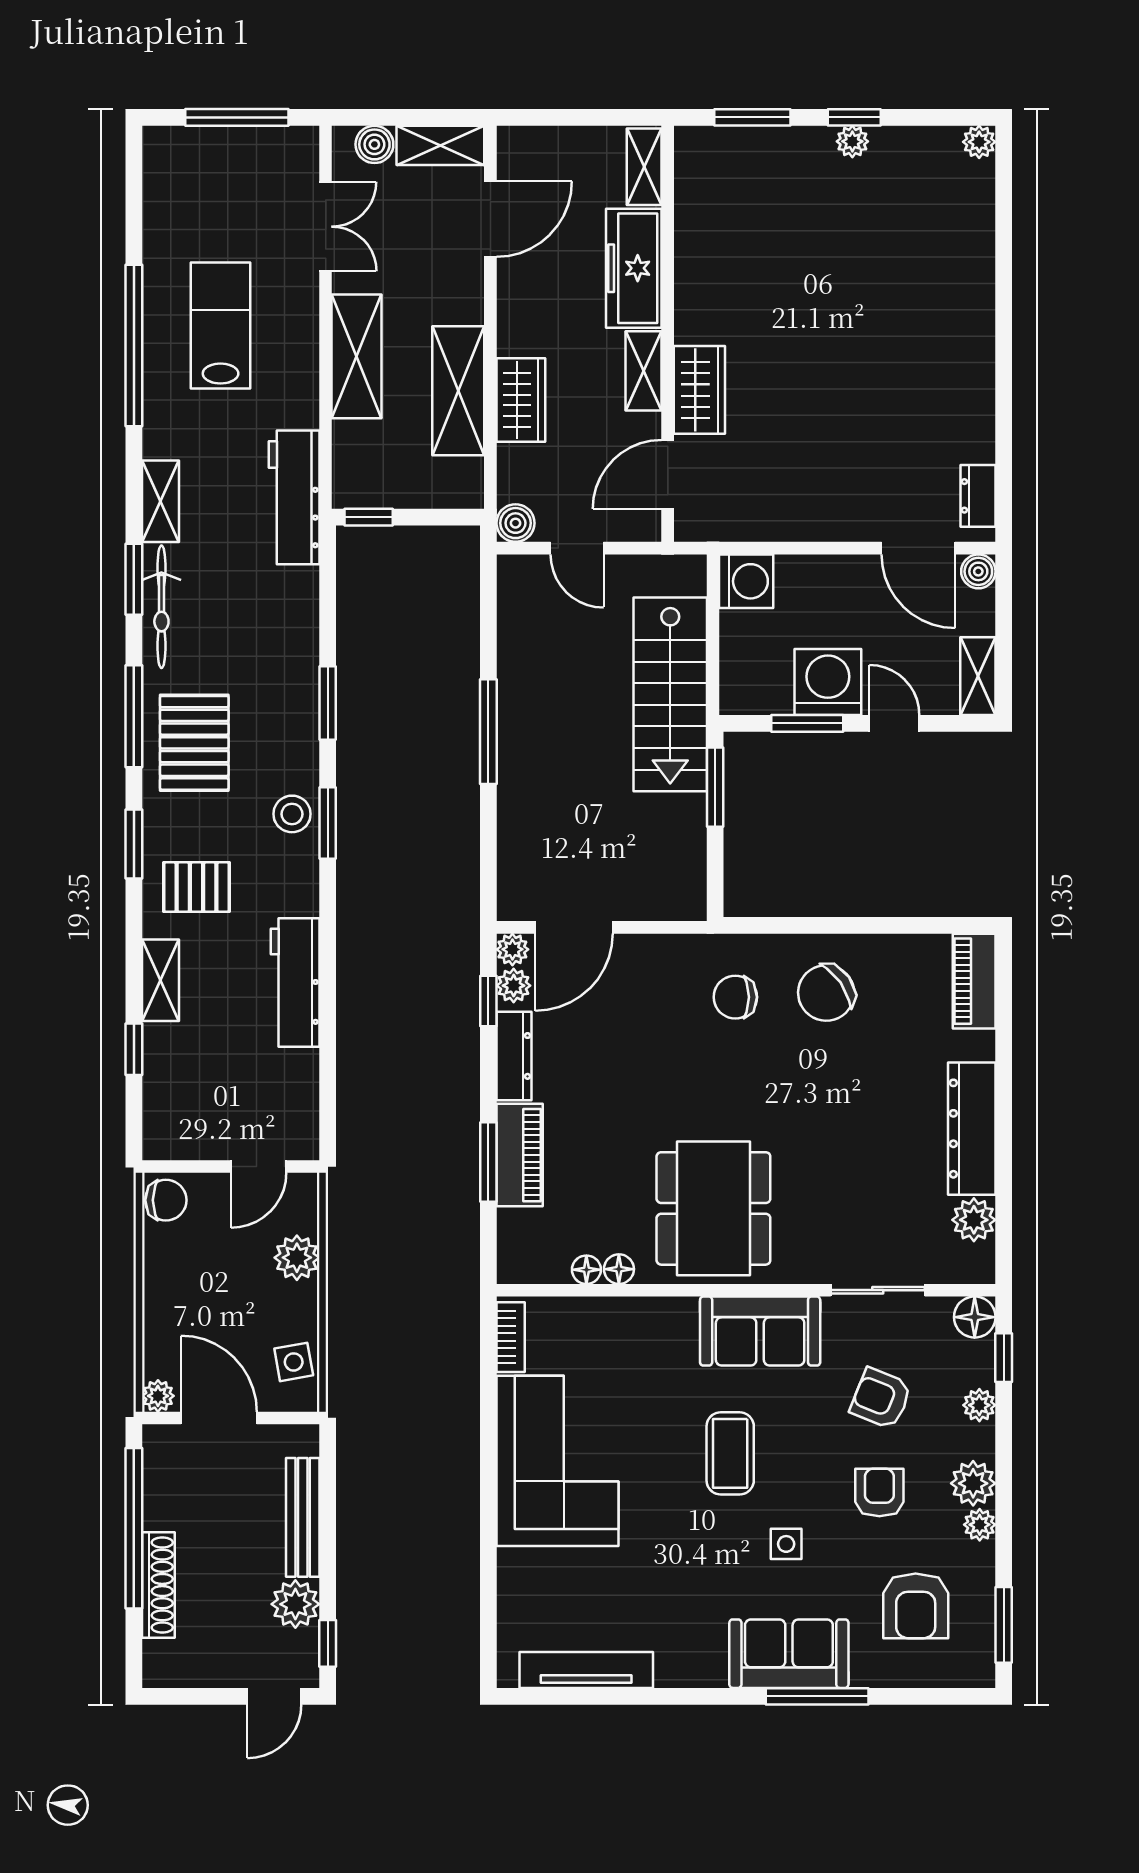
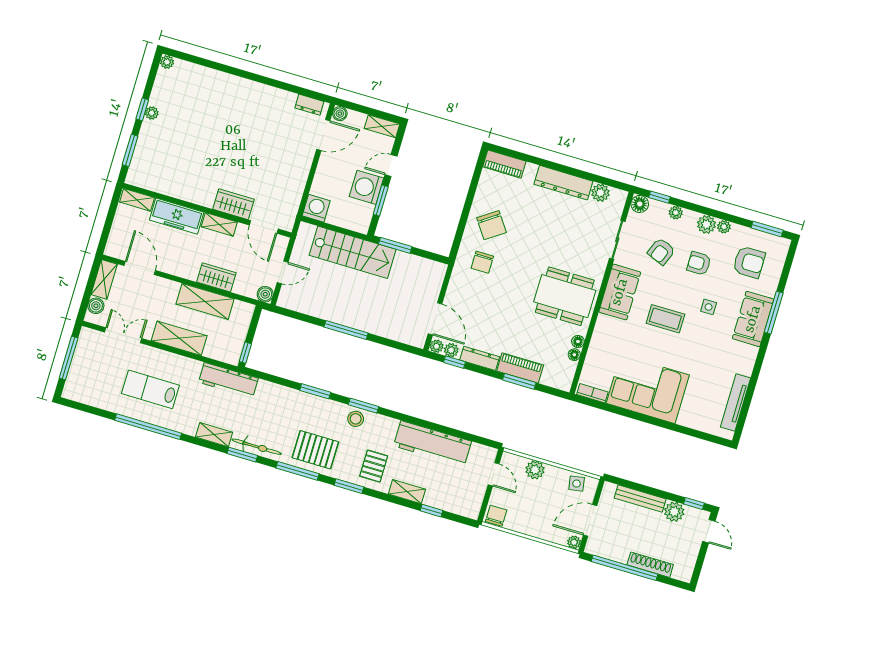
workbench: (295, 983) -> (432, 444), width x1.36, depth x1.32

